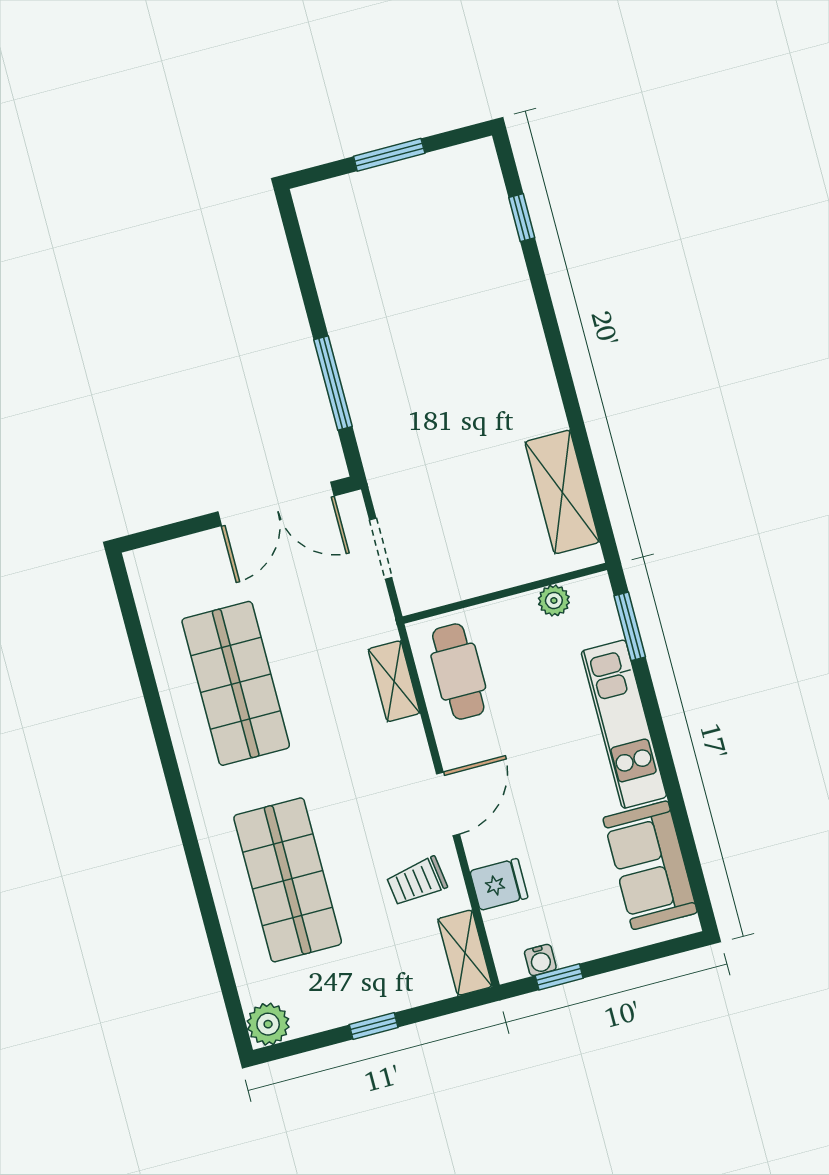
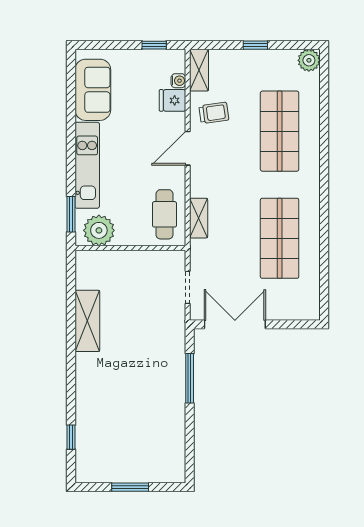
shelving: (562, 492) -> (87, 321), moved
plant: (554, 600) -> (99, 230), width x1.87, depth x1.87
water cooler: (540, 960) -> (178, 81), moved, turned 90

